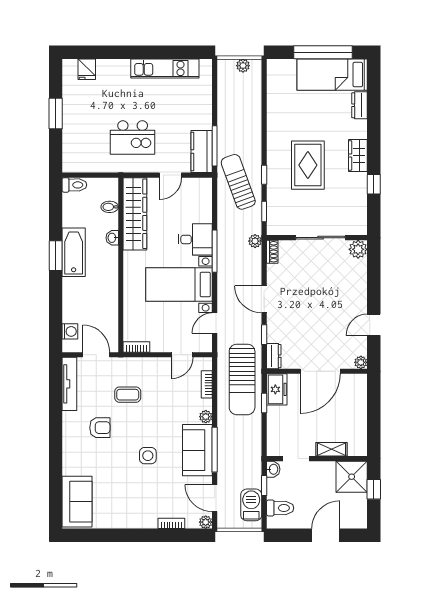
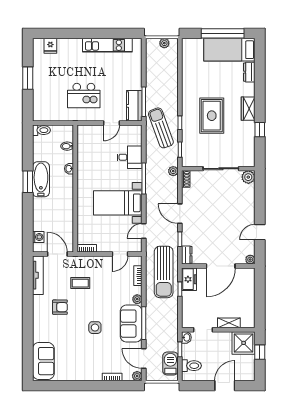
wardrobe: (135, 214) -> (86, 151), removed
desk: (195, 239) -> (130, 157), moved

